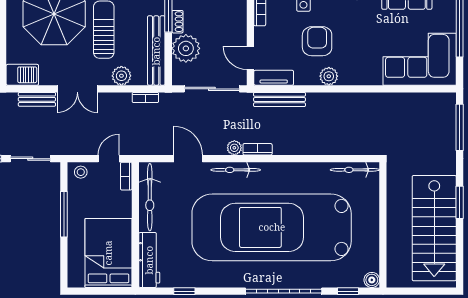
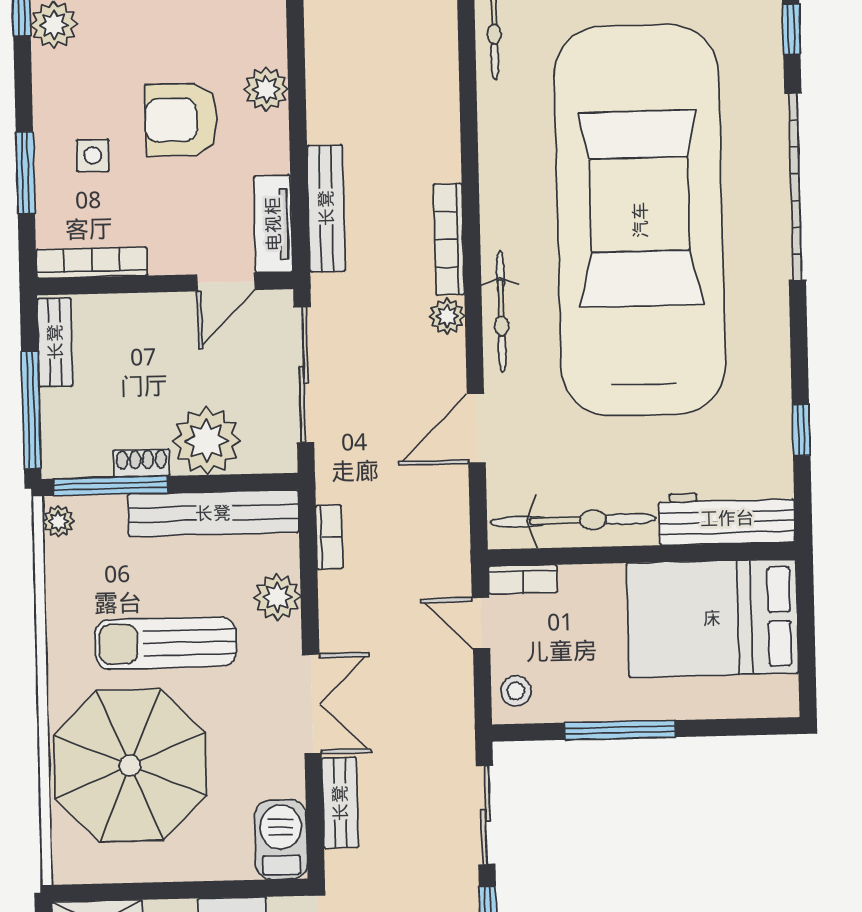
bookcase: (258, 149) -> (449, 239), width x1.56
car: (272, 227) -> (640, 220), turned 180

